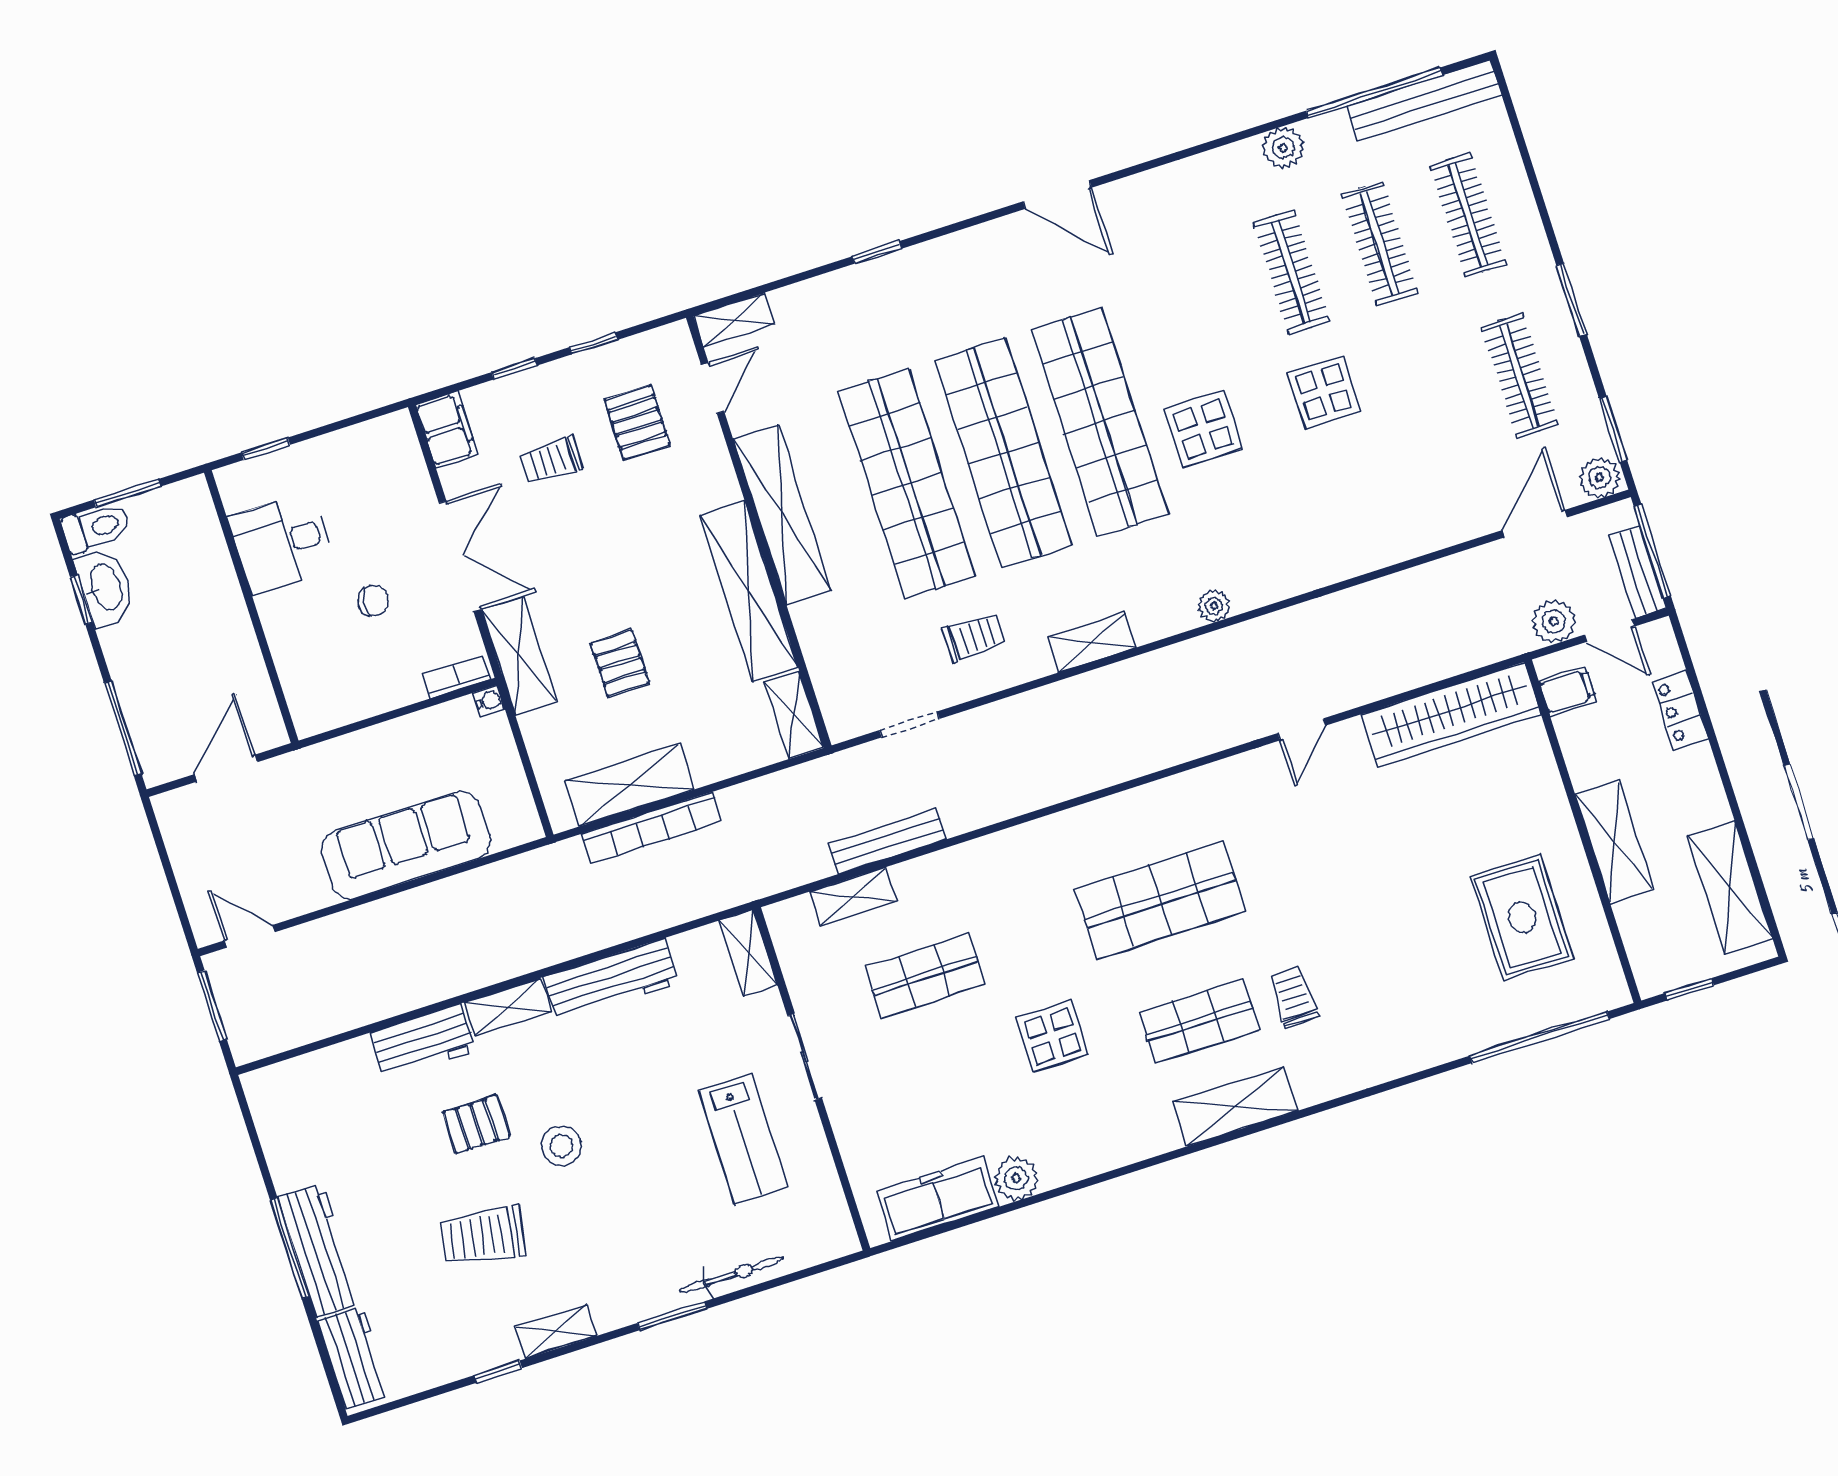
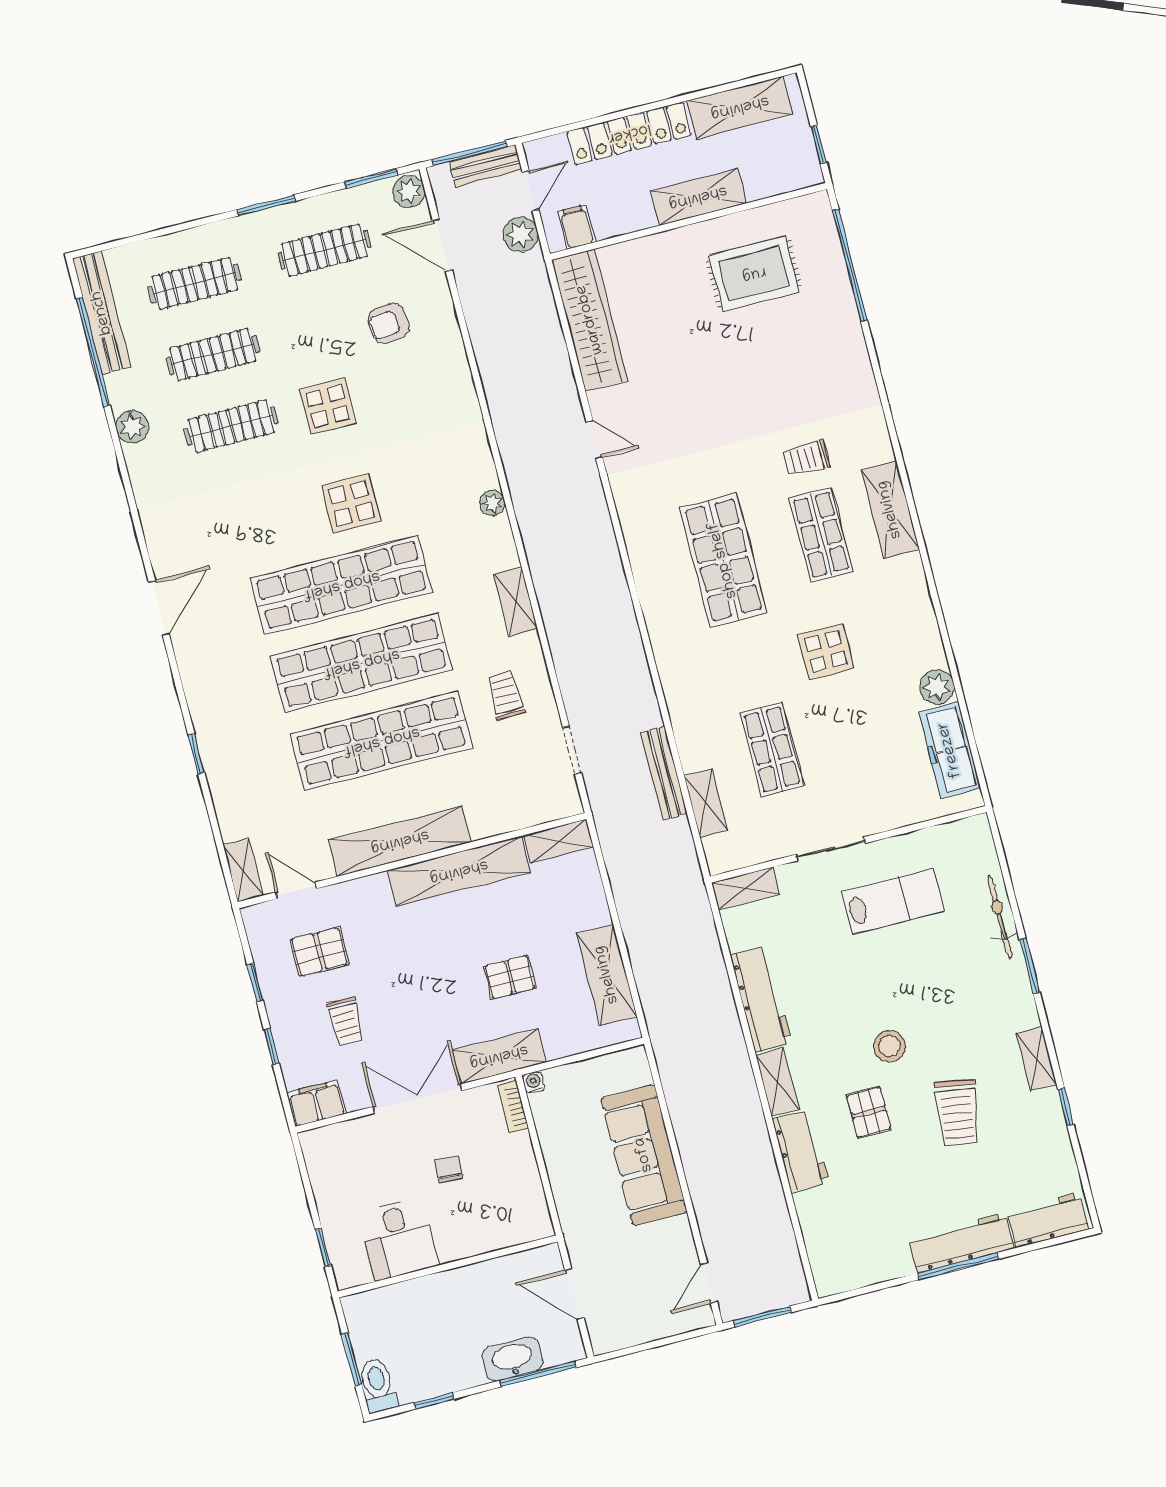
armchair: (1432, 462) -> (389, 323), added
washbasin: (105, 587) -> (513, 1359), moved
locker: (1680, 710) -> (629, 133), width x2.16, depth x1.21
bookcase: (652, 828) -> (642, 959), removed

